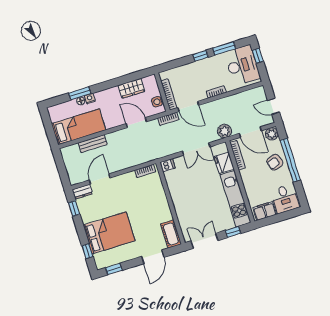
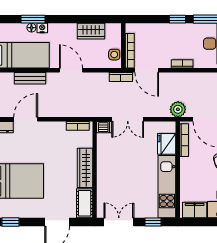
door: (136, 123) -> (71, 70), moved
double door: (196, 149) -> (128, 119), moved
wardrobe: (162, 204) -> (85, 168), added

